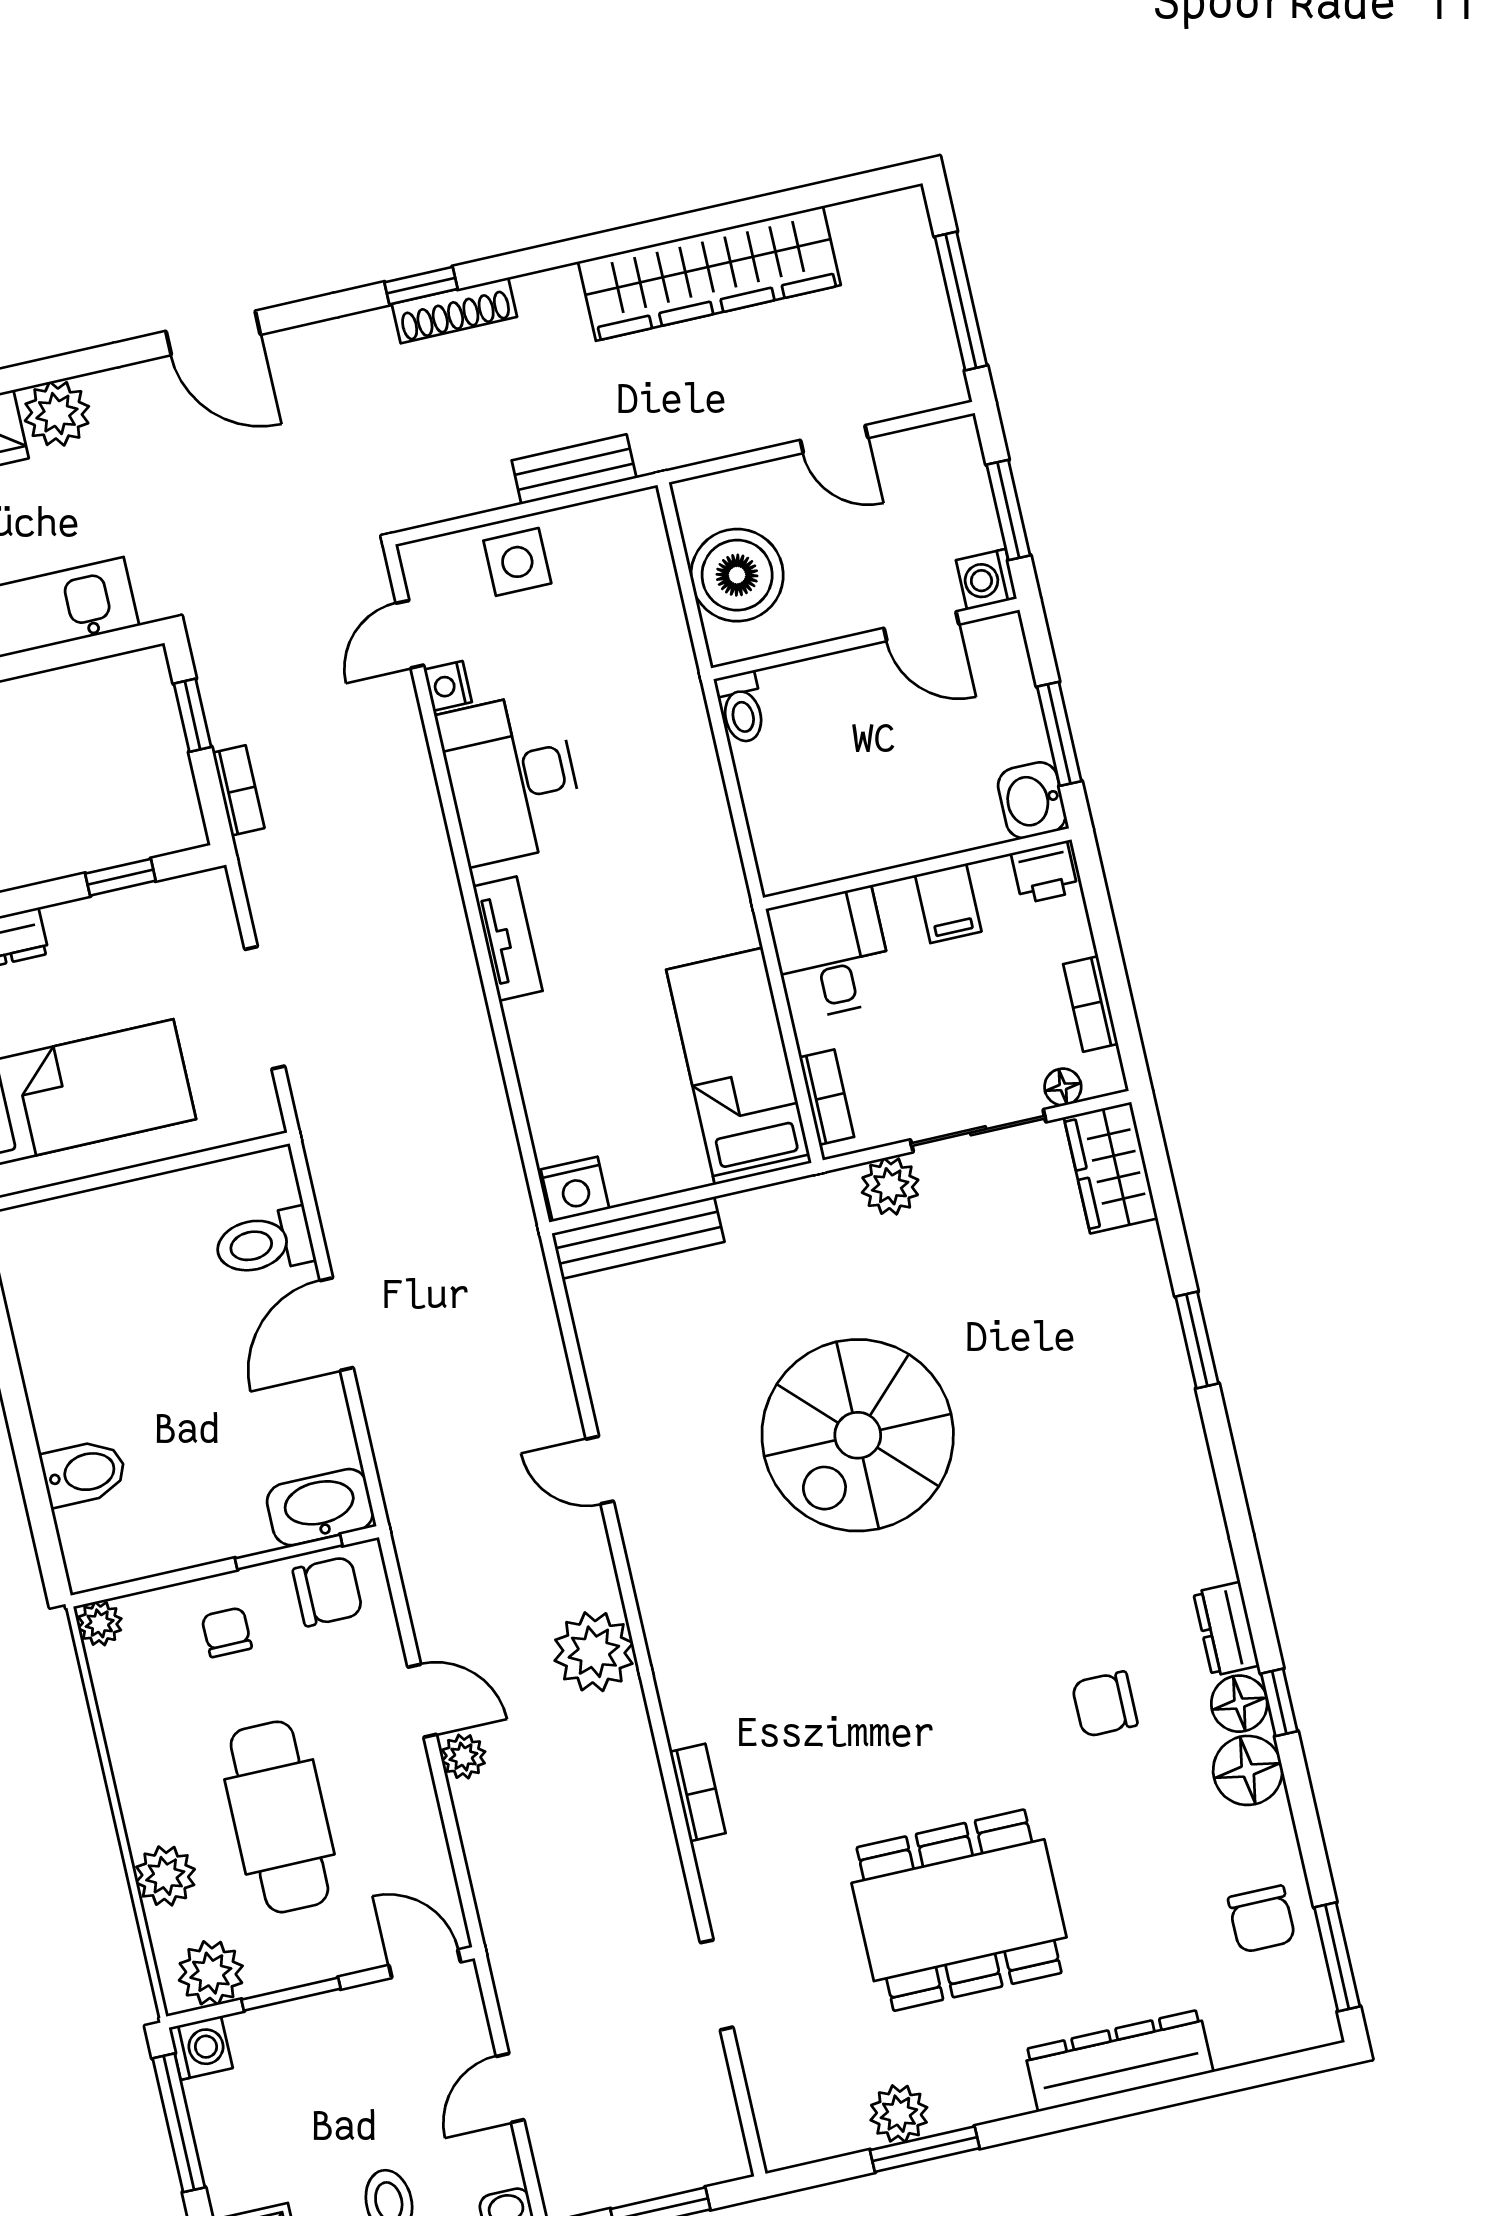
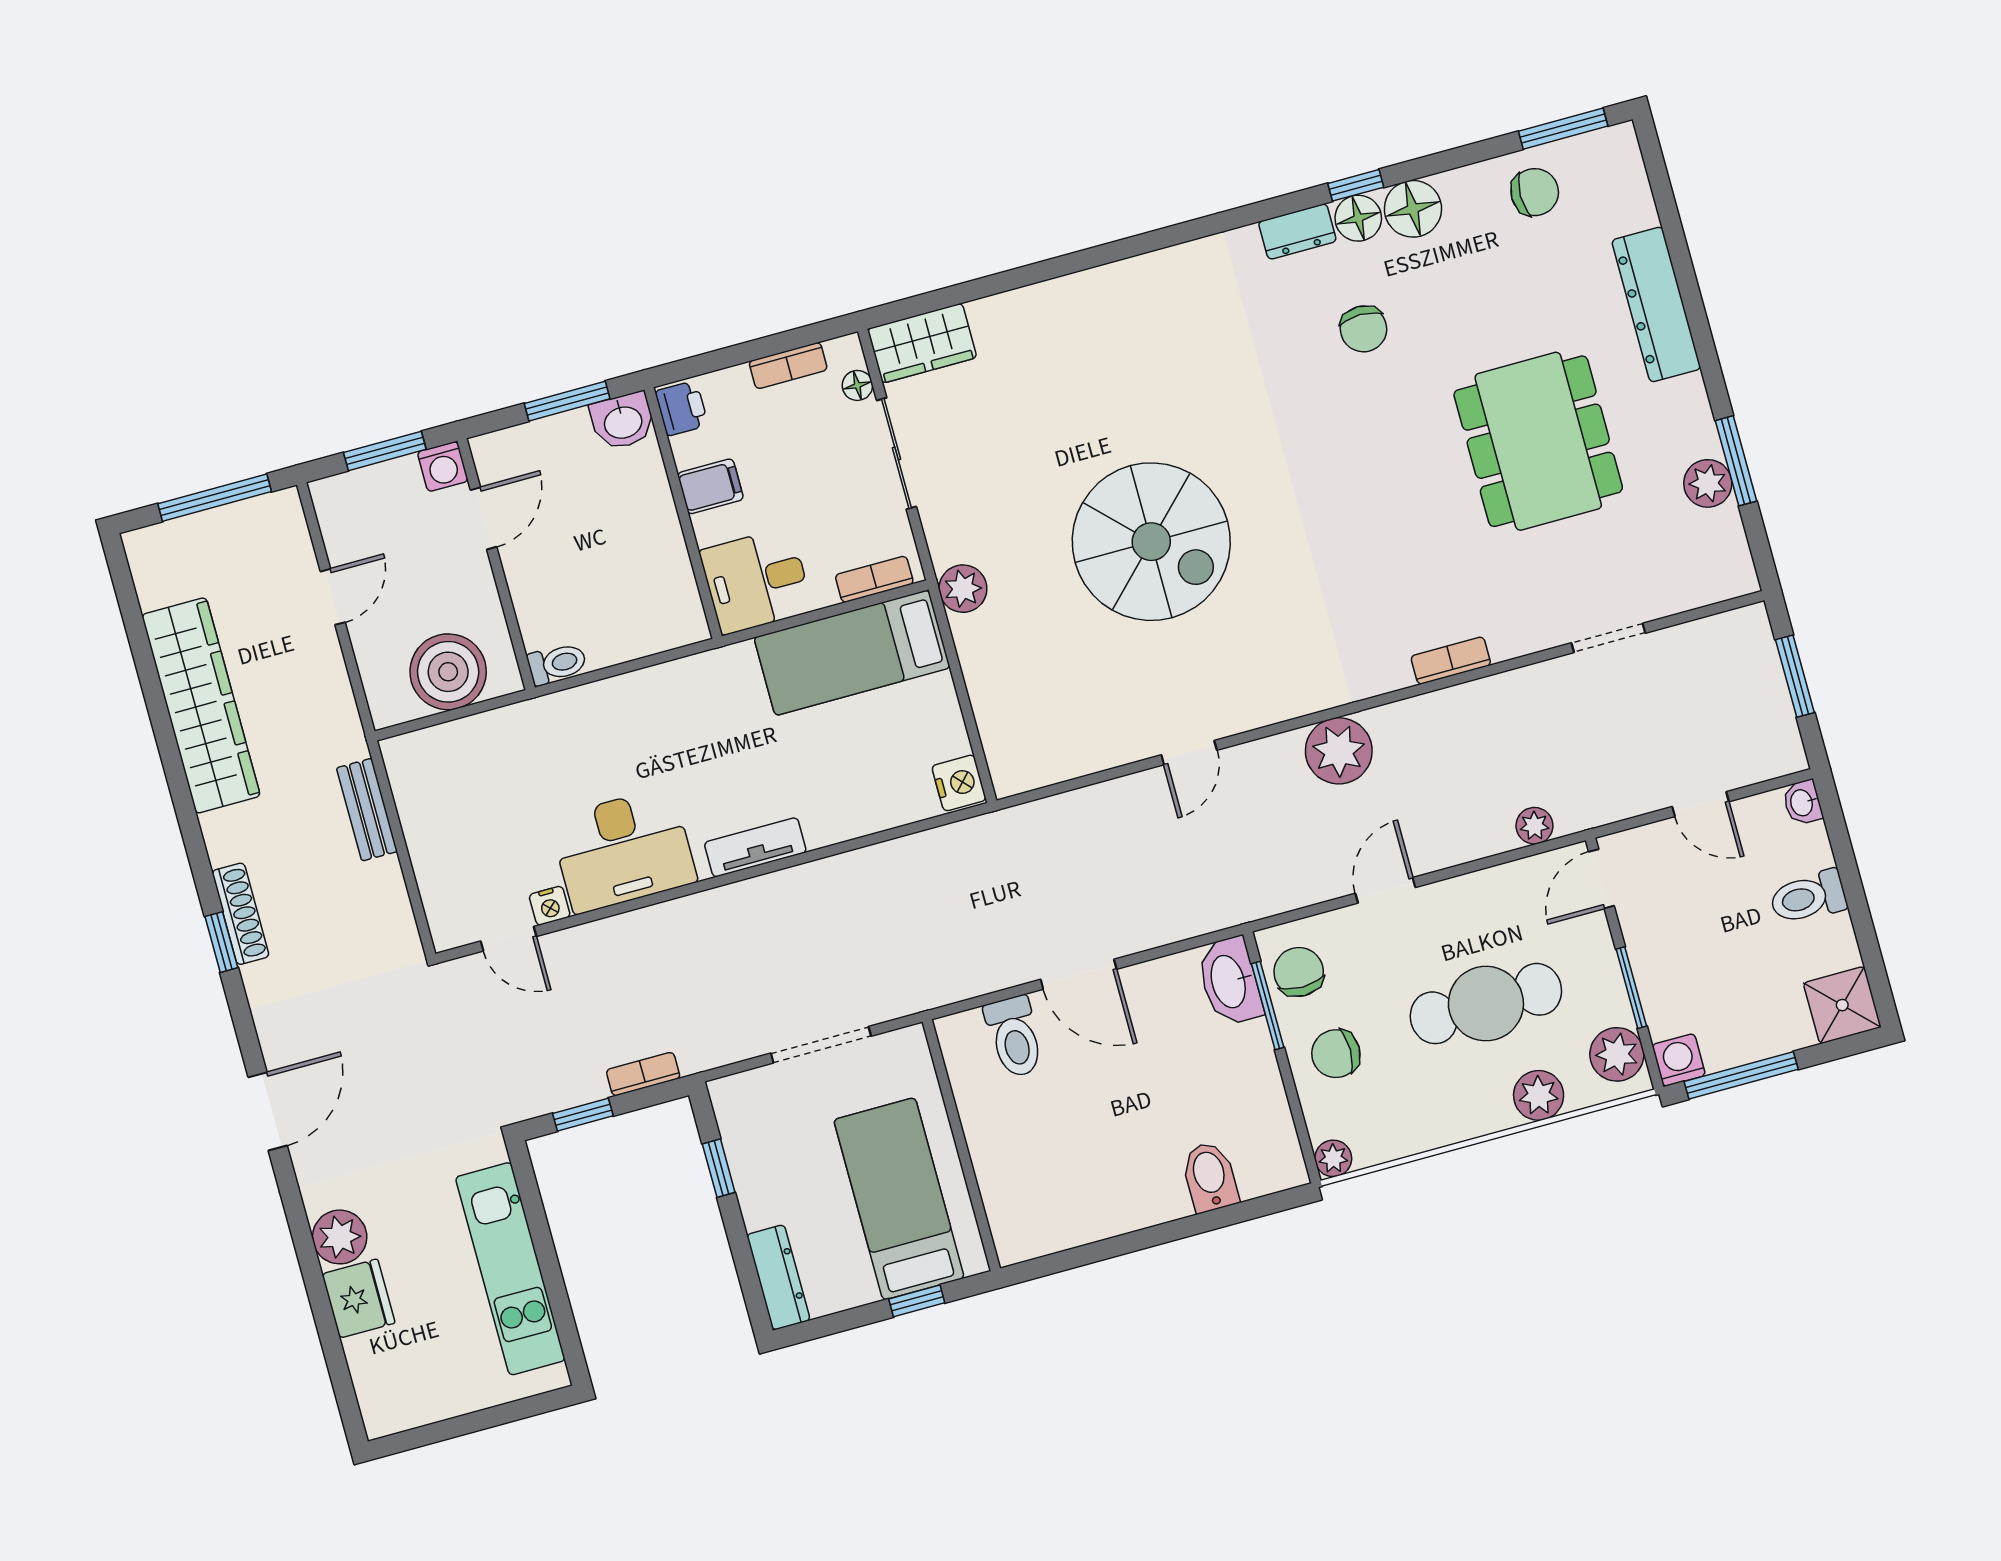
side table: (517, 562) -> (445, 853), removed
plant: (890, 1186) -> (963, 589), moved
bench: (638, 1238) -> (997, 729), removed
window: (1197, 1340) -> (1061, 266), removed
chair: (227, 1632) -> (1336, 1054), width x1.37, depth x1.37
plant: (463, 1757) -> (1534, 826), moved

